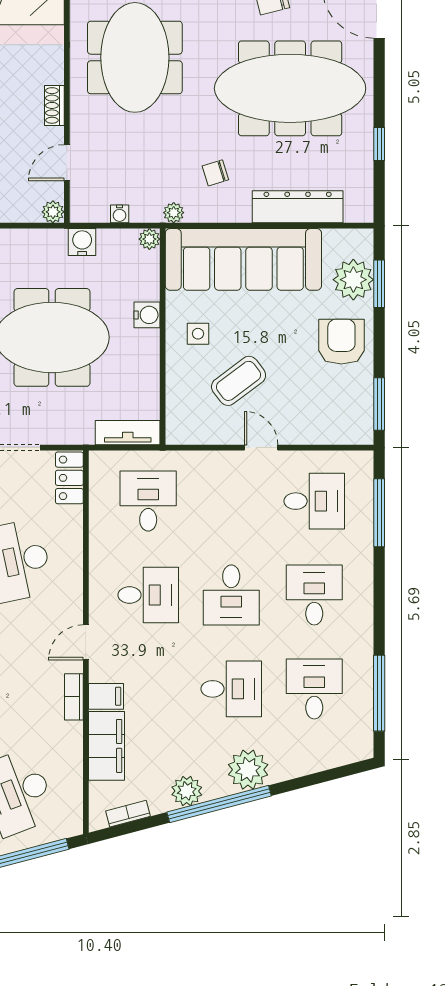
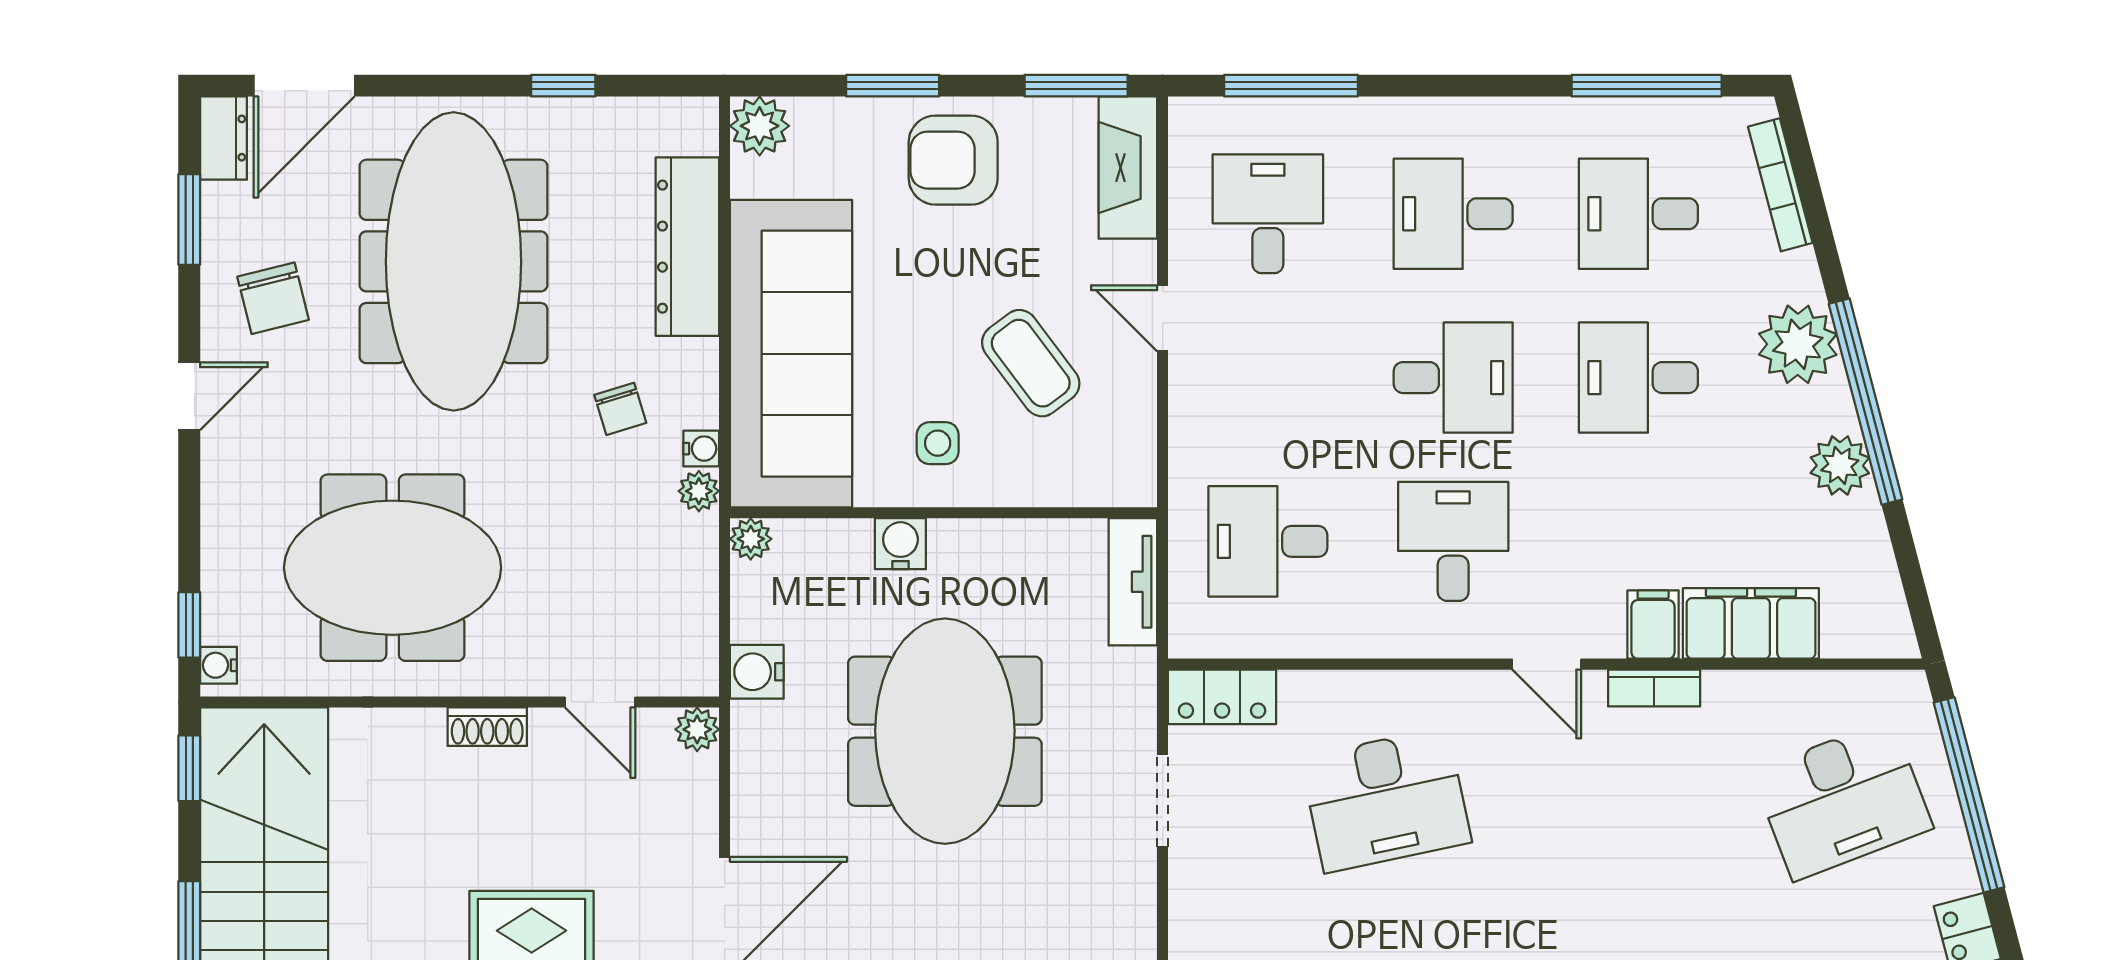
water cooler: (120, 214) -> (701, 449), moved
plant: (353, 280) -> (760, 126), moved, width x0.73, depth x0.73
window: (379, 284) -> (893, 86), moved
fireplace: (338, 430) -> (1128, 168), added
door: (261, 448) -> (1163, 318), hinge flipped
desk: (231, 689) -> (1638, 378), turned -90
bookcase: (128, 814) -> (1780, 185), moved, width x1.56

